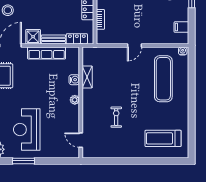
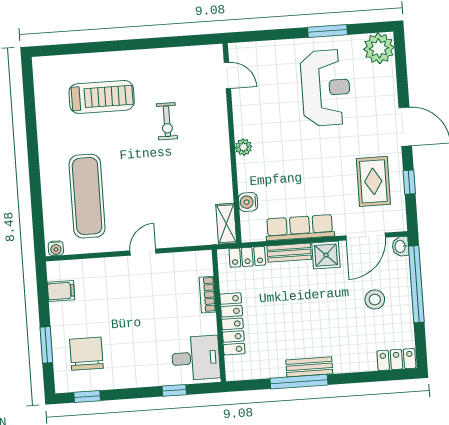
shelving: (87, 77) -> (226, 224), moved
water cooler: (74, 80) -> (248, 202), moved
treadmill: (163, 138) -> (102, 97), moved

